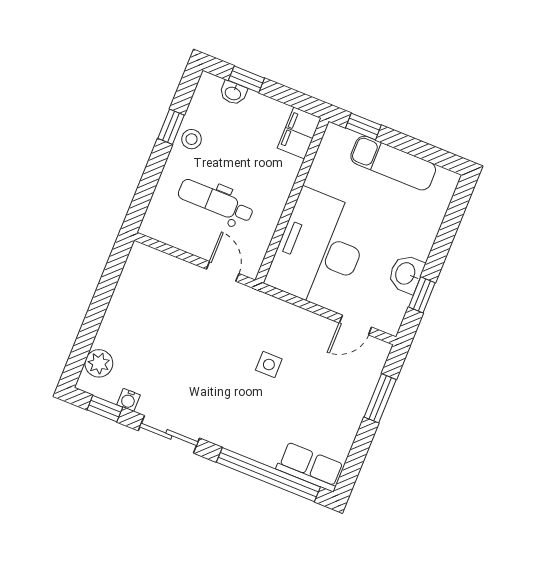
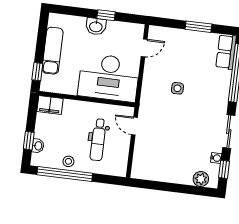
window: (171, 127) -> (65, 174), width x3.17
door: (223, 271) -> (134, 126), hinge flipped
washbasin: (406, 274) -> (96, 26), moved
window: (422, 295) -> (106, 15), moved
door: (355, 325) -> (144, 48), hinge flipped
window: (380, 398) -> (198, 27), moved

